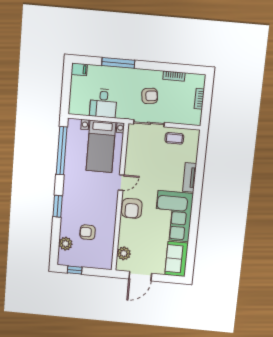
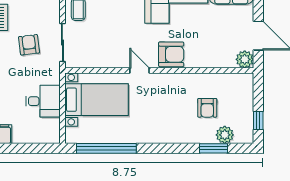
window: (58, 206) -> (214, 148), moved
plant: (124, 253) -> (245, 59), moved

